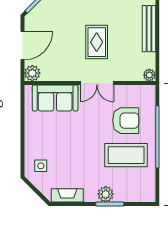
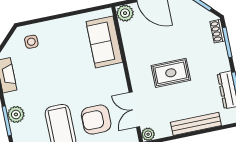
double door: (97, 83) -> (134, 110), moved
armchair: (126, 121) -> (96, 120), turned 90

